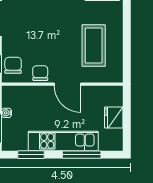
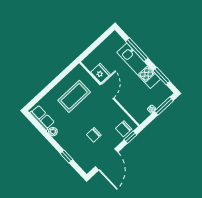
chair: (40, 73) -> (94, 135), moved
fridge: (114, 118) -> (101, 73), moved, turned -90

